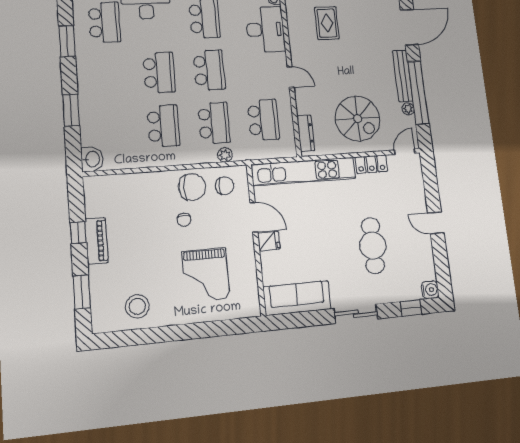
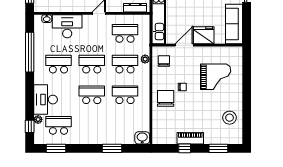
window: (67, 41) -> (56, 148), moved
chair: (192, 187) -> (166, 98), moved
fridge: (269, 241) -> (204, 35), width x1.88, depth x1.34

